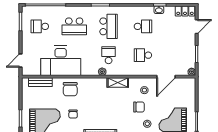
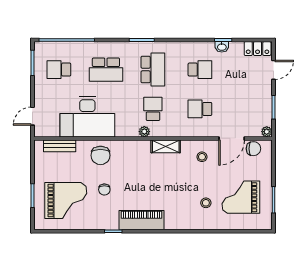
chair: (139, 107) -> (253, 149), moved

